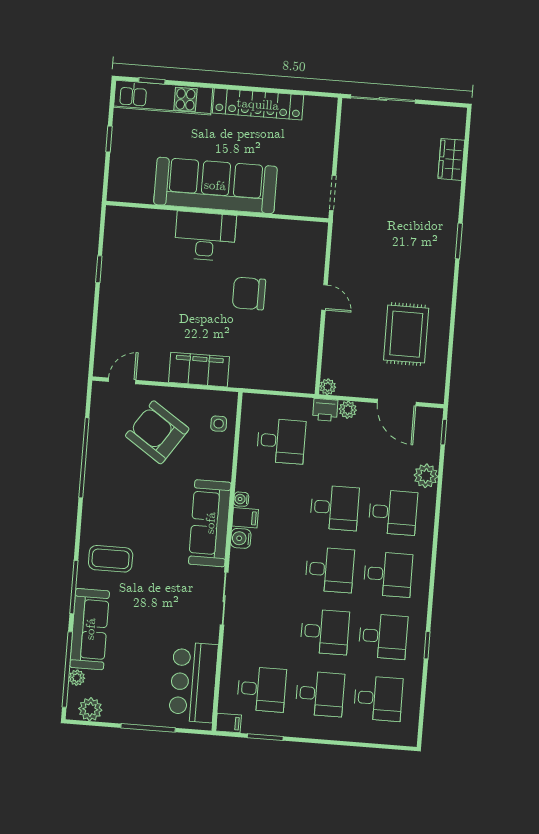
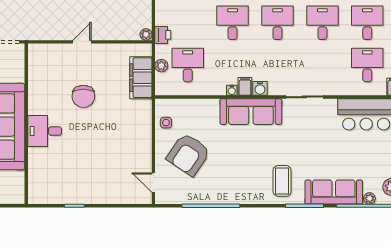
desk: (205, 236) -> (45, 131), width x0.73
filing cabinet: (199, 370) -> (141, 78), moved
plant: (348, 410) -> (161, 66), moved
side table: (219, 424) -> (166, 123), moved

